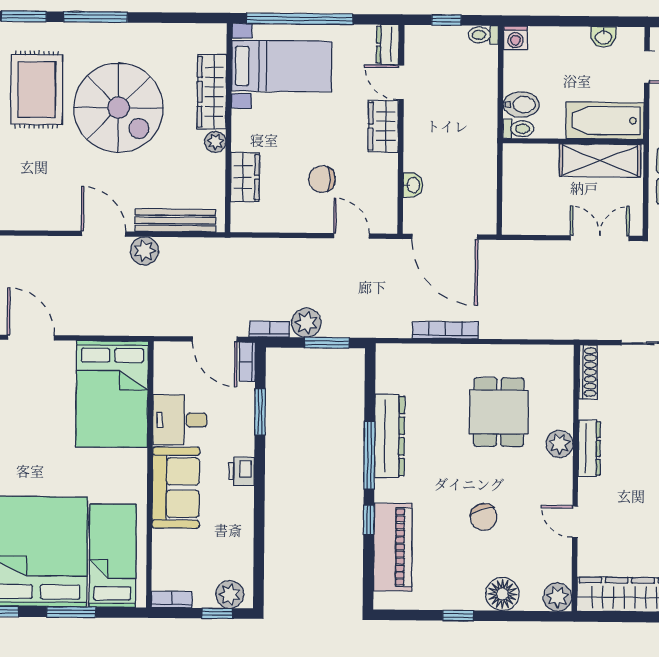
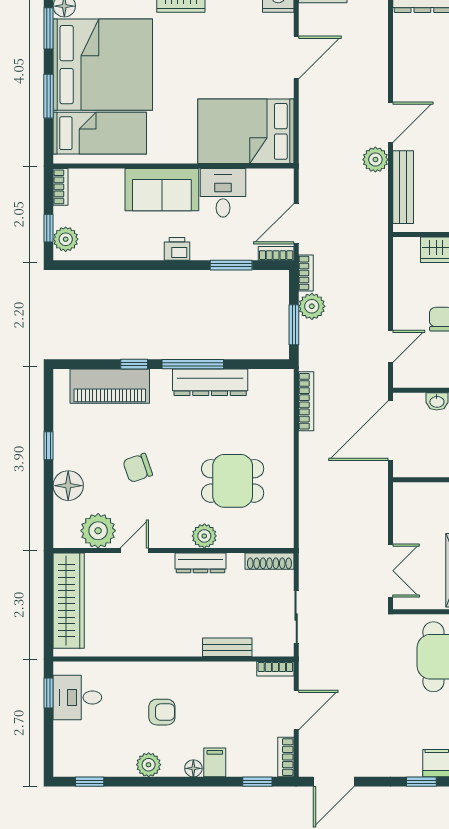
bookcase: (446, 330) -> (306, 401), moved
plant: (558, 597) -> (98, 531), moved, width x1.36, depth x1.36

